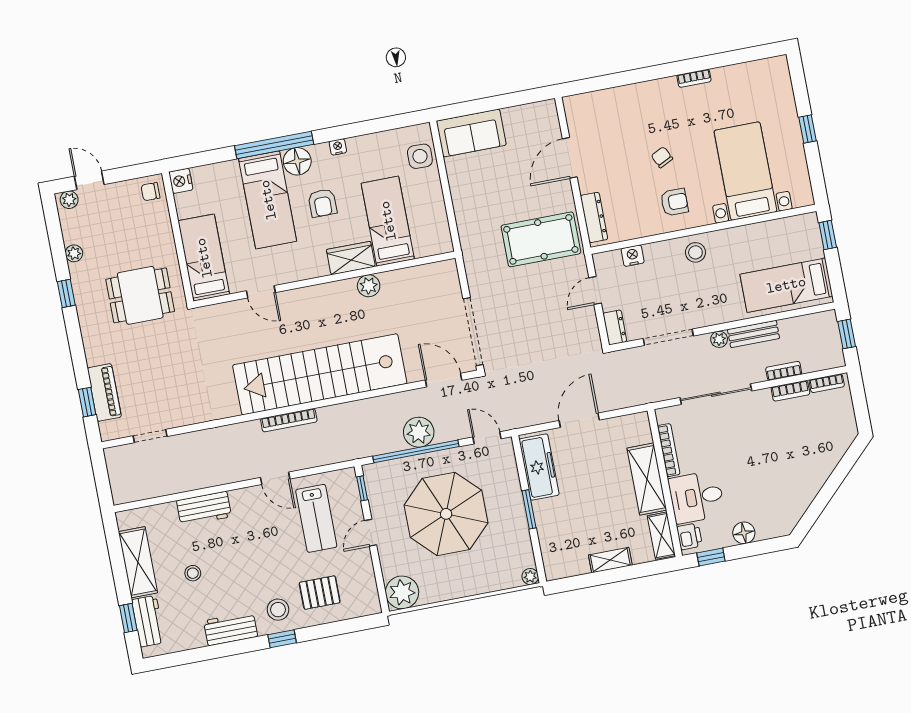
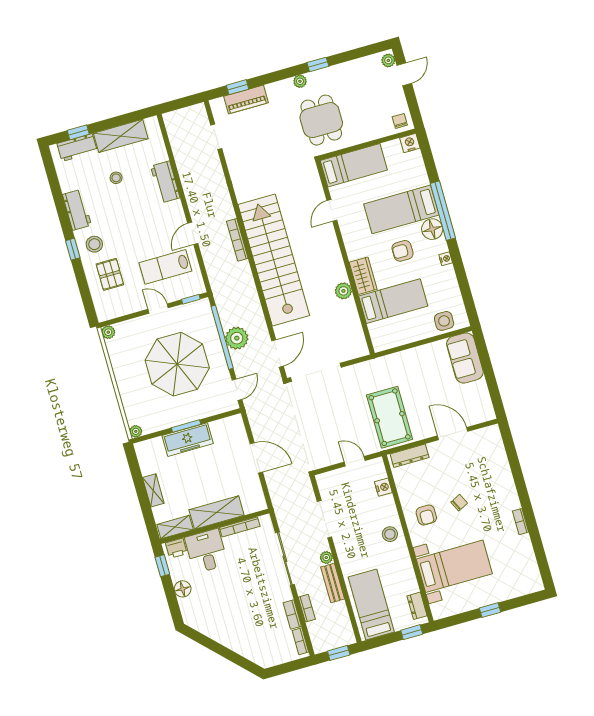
plant: (74, 253) -> (300, 81), moved
dresser: (615, 327) -> (417, 606), moved, turned 90
freezer: (539, 467) -> (188, 440), moved
plant: (402, 592) -> (108, 332), width x0.53, depth x0.53

